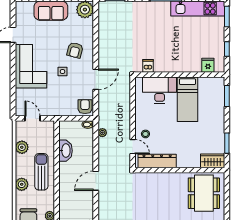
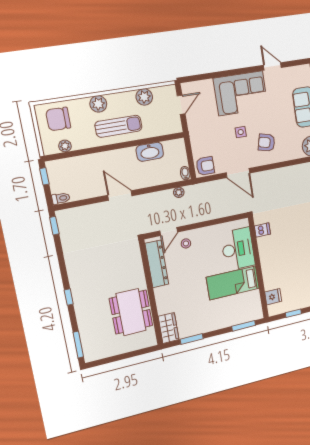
dining table: (204, 193) -> (131, 312), moved, turned 90

